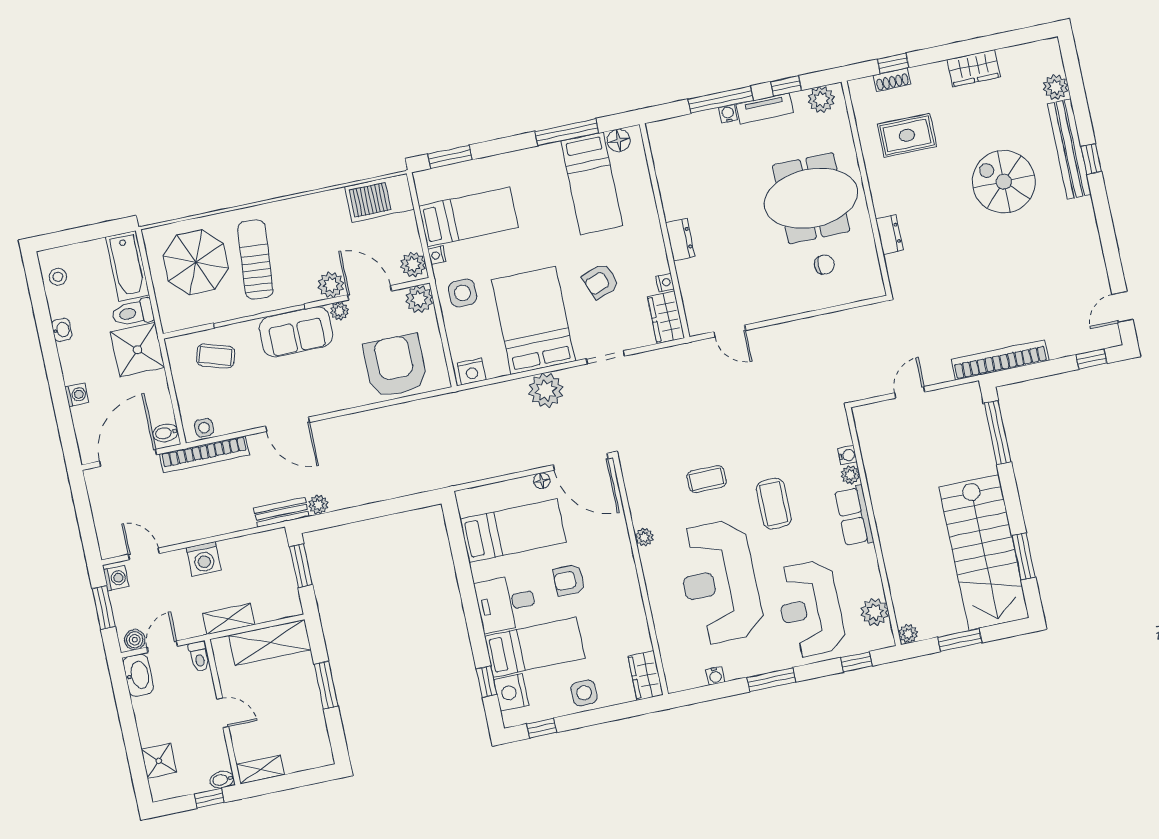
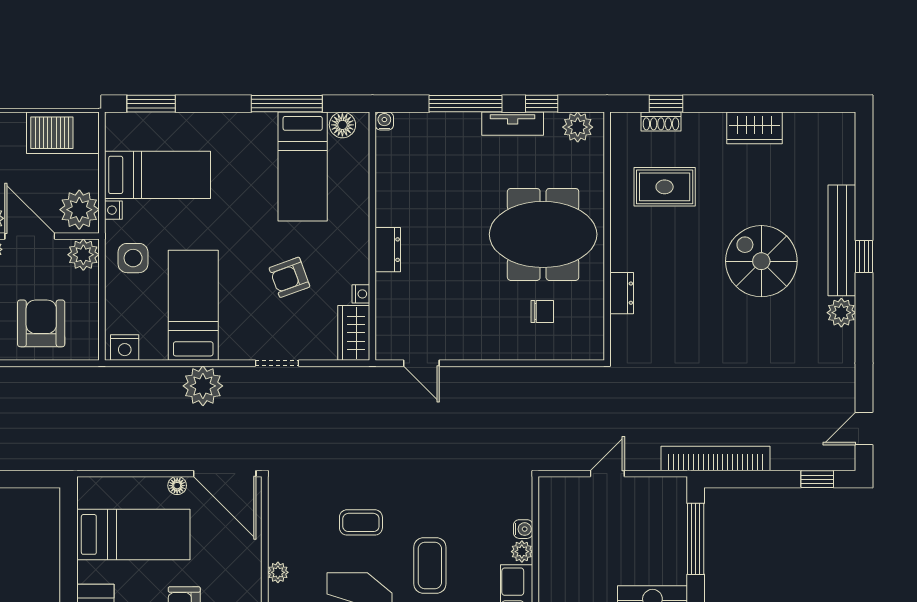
plant: (1056, 87) -> (841, 313), moved
water cooler: (728, 114) -> (384, 121), moved
plant: (413, 265) -> (79, 210), width x1.36, depth x1.36
bed: (534, 320) -> (193, 305), width x0.67
armchair: (395, 366) -> (41, 323), width x0.73, depth x0.73

